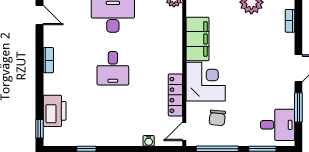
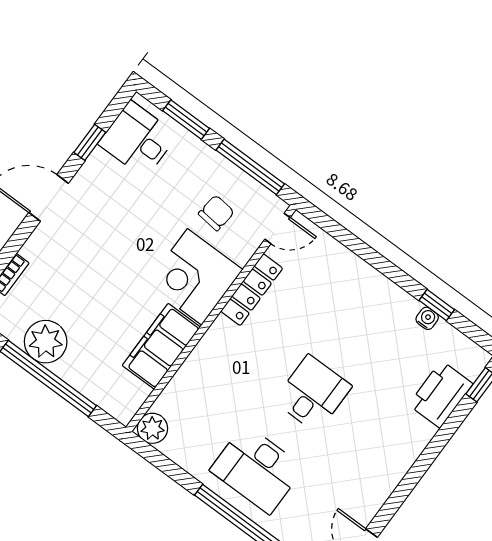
bookcase: (48, 60) -> (396, 473), removed
window: (298, 107) -> (90, 142), width x0.67
water cooler: (149, 141) -> (427, 318), moved

